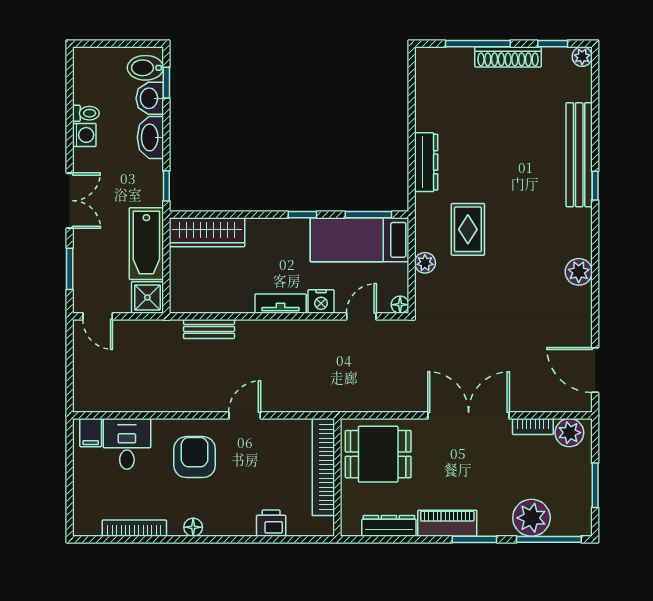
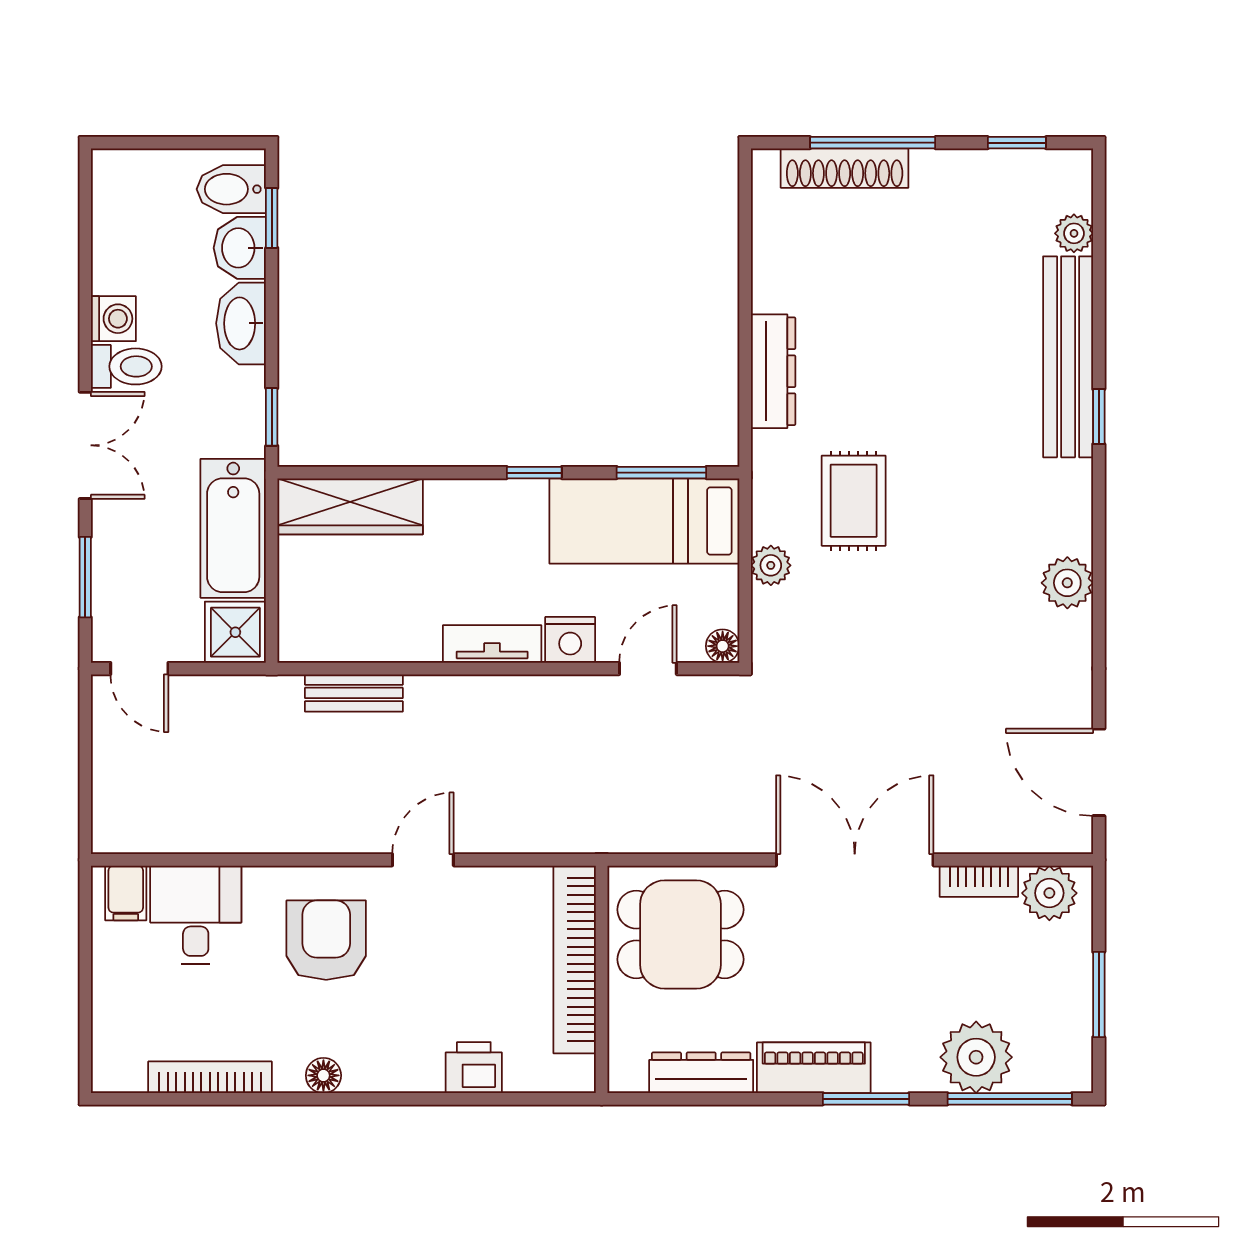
shoe rack: (508, 57) -> (845, 168), moved
plant: (582, 57) -> (1074, 233), moved
toilet: (86, 113) -> (126, 366), moved, width x1.37, depth x1.39

